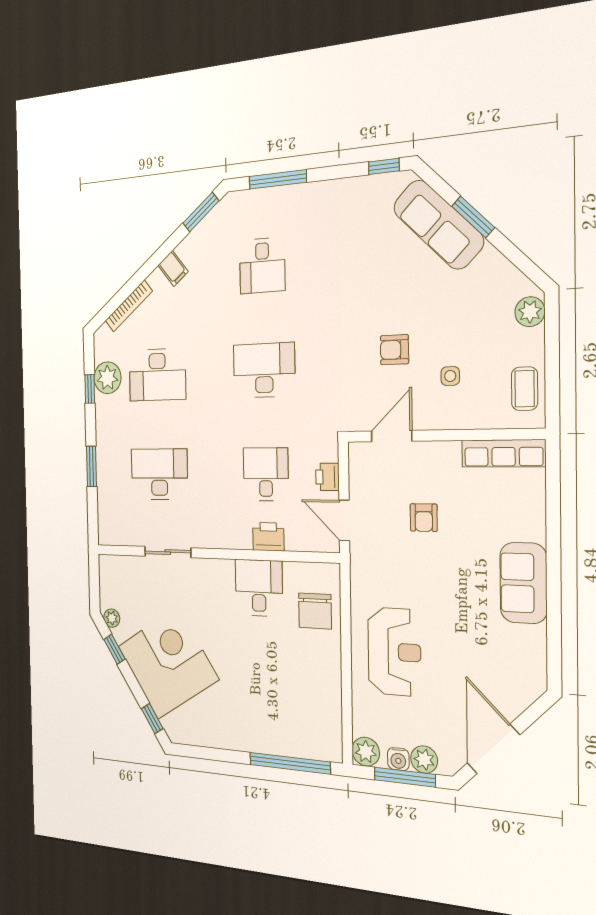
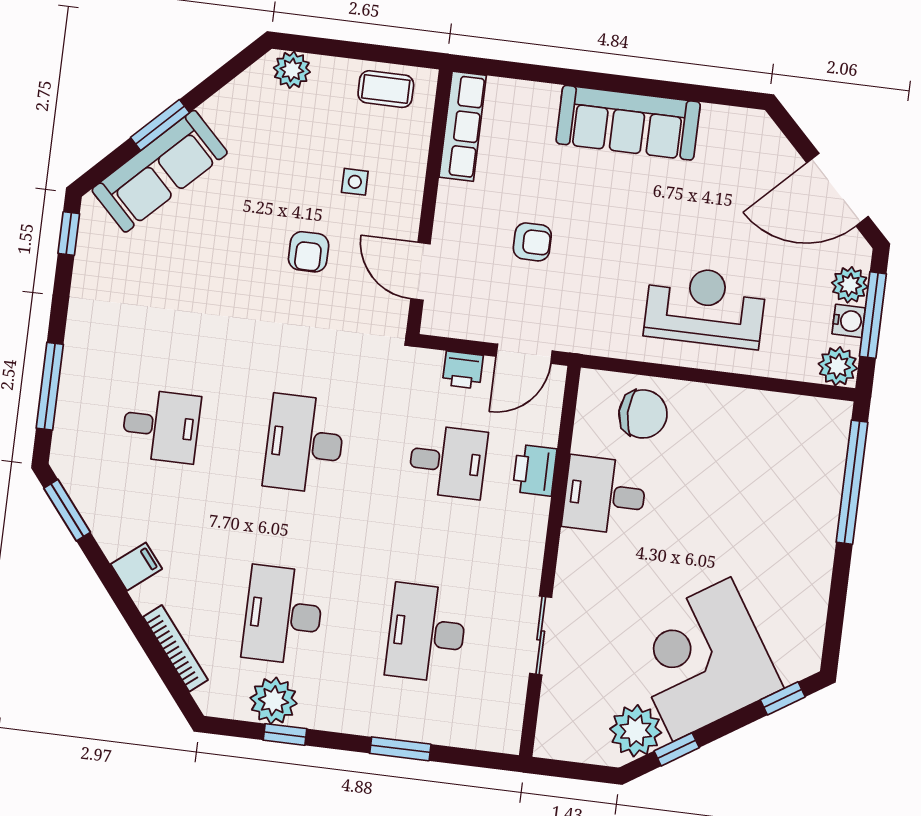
desk: (157, 375) -> (283, 615), turned 180
desk: (266, 474) -> (448, 462), turned 180
sofa: (523, 583) -> (628, 123), width x1.36
plant: (112, 618) -> (636, 731), width x1.87, depth x1.87

